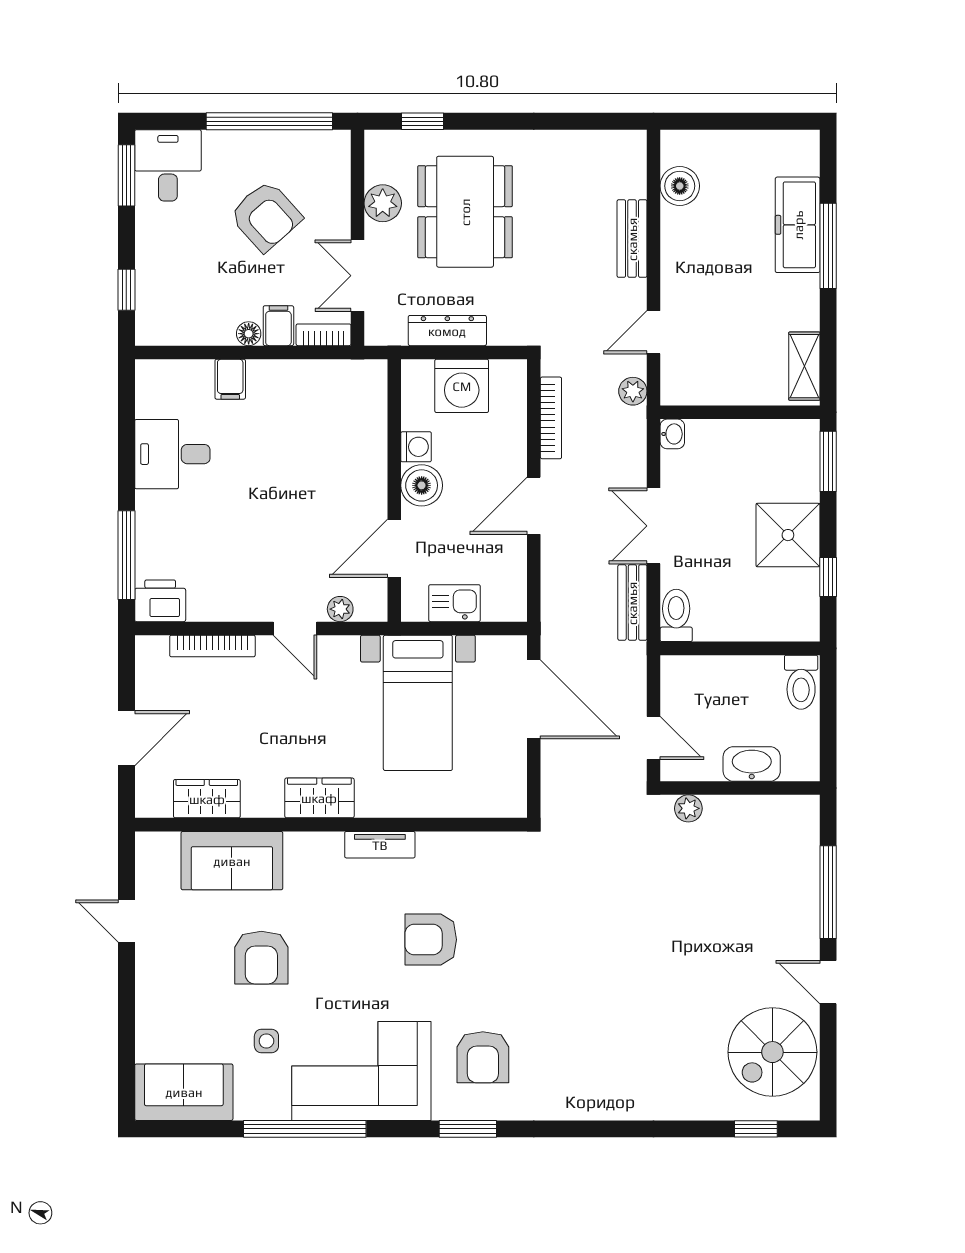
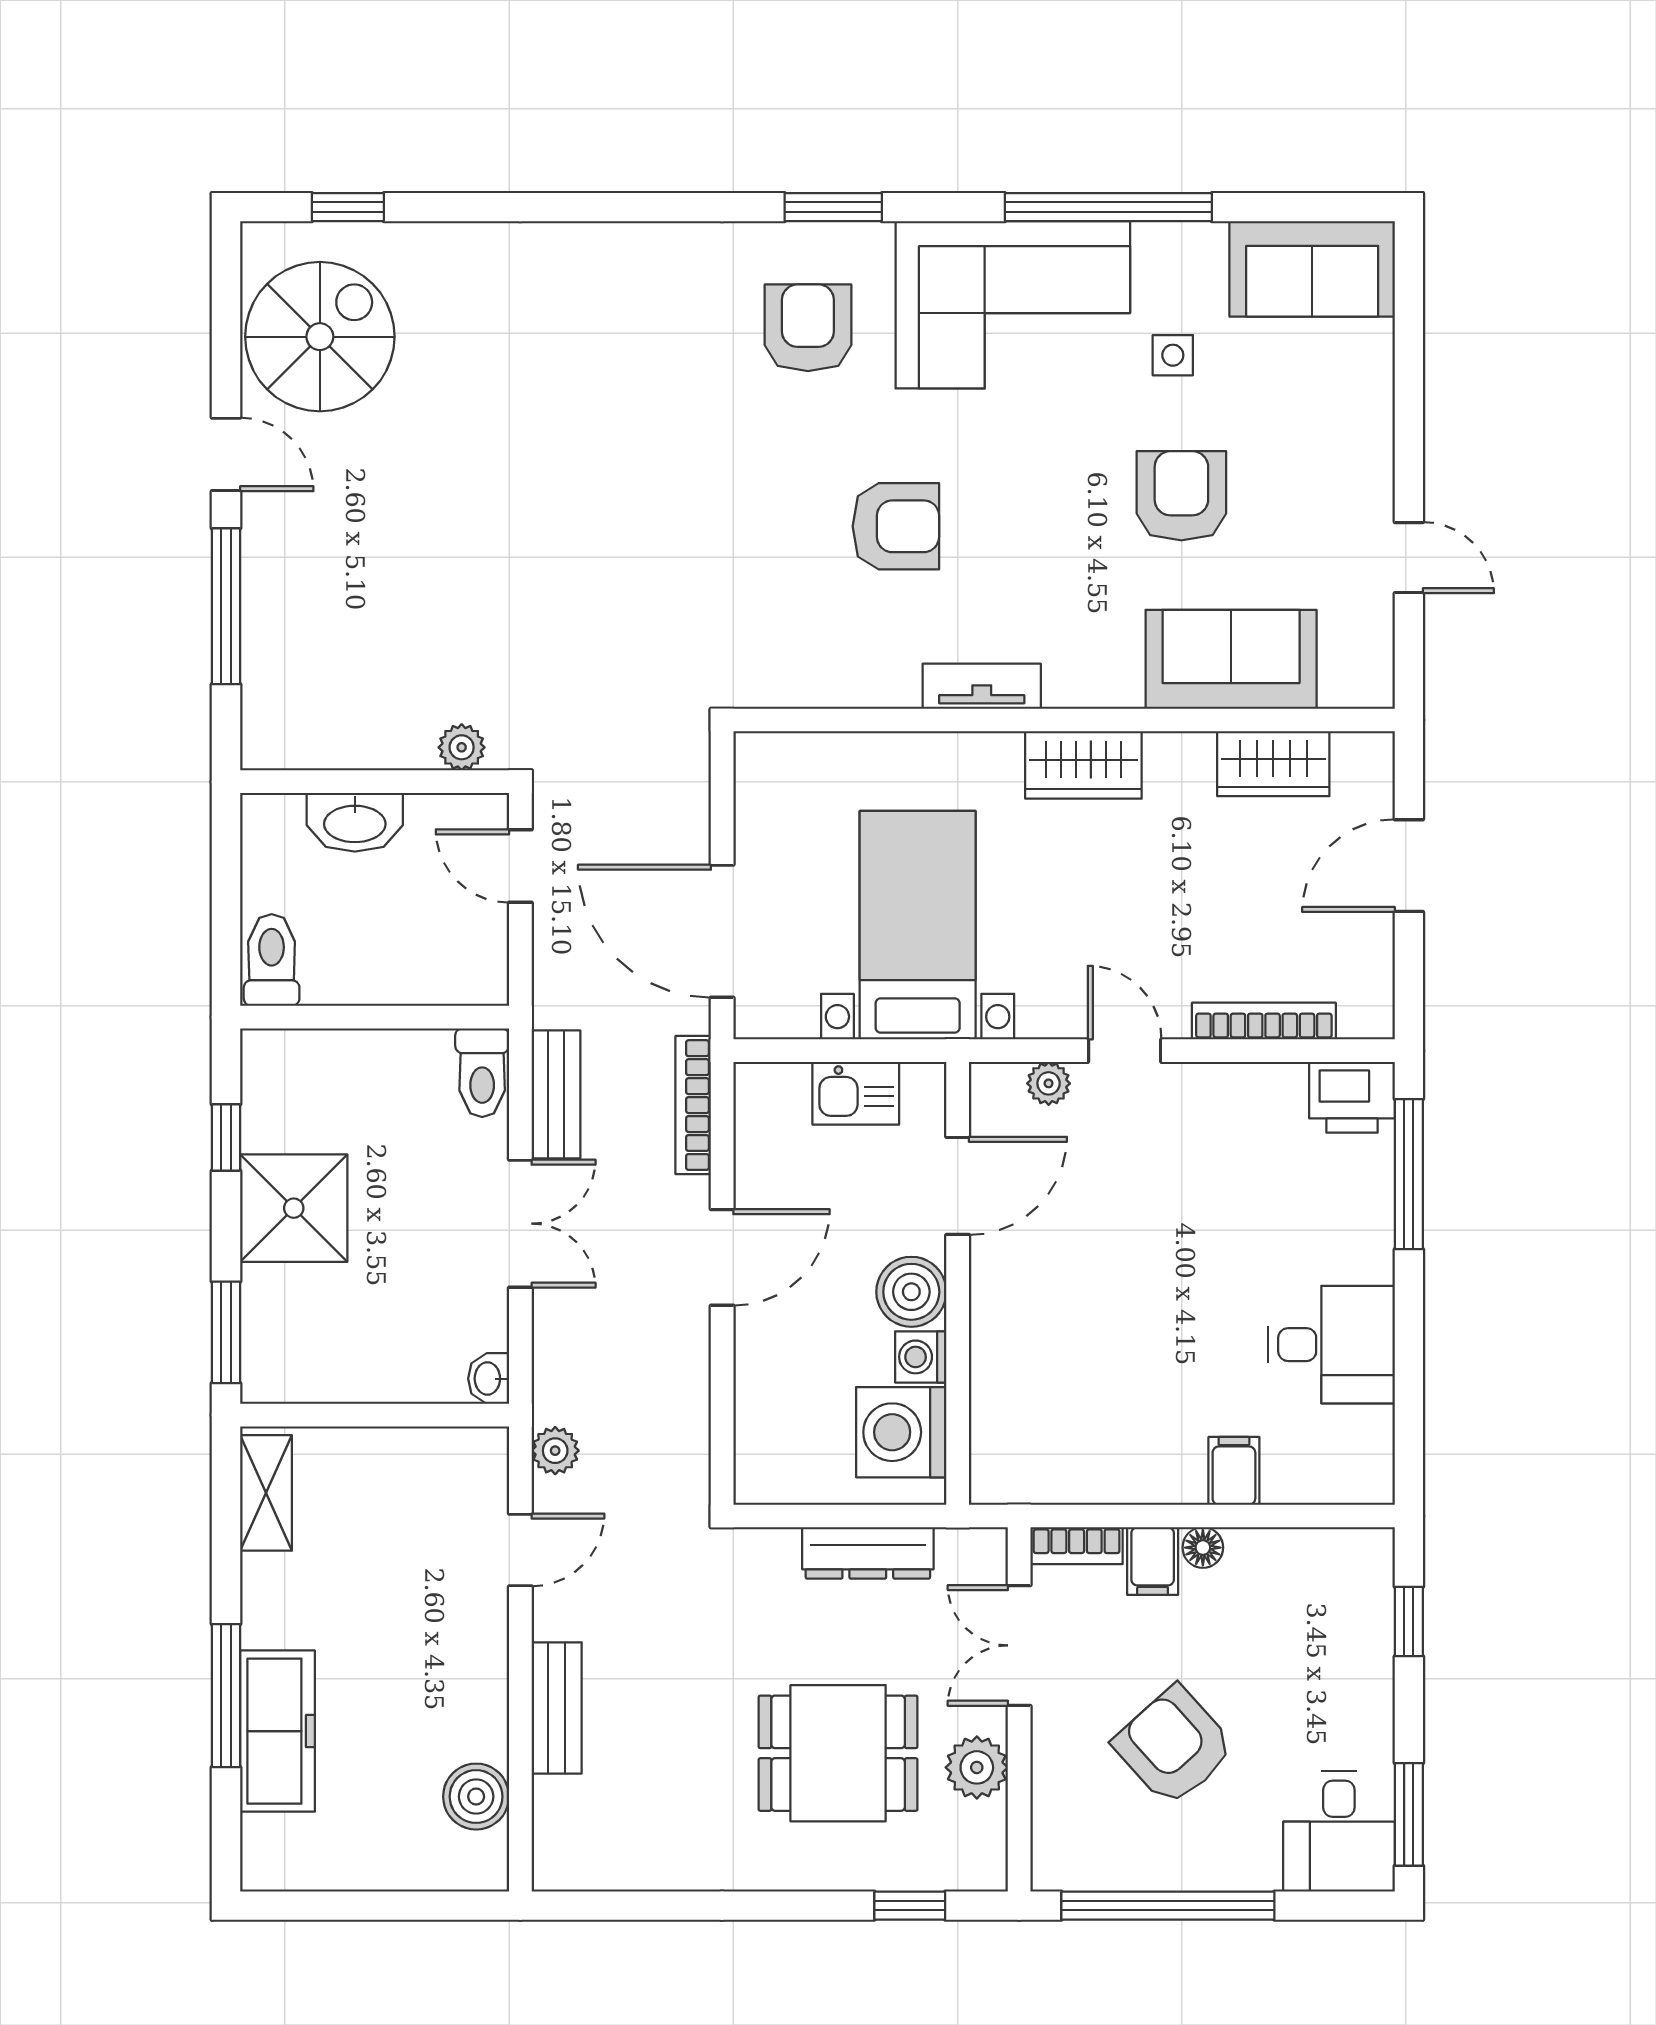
dining table: (465, 212) -> (838, 1753), width x0.73
double door: (358, 276) -> (1019, 1645), swing flipped
washing machine: (462, 386) -> (901, 1432), moved, turned -90
bookcase: (551, 418) -> (693, 1105), moved

